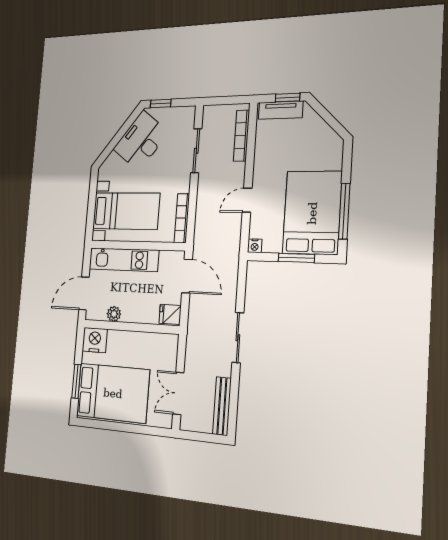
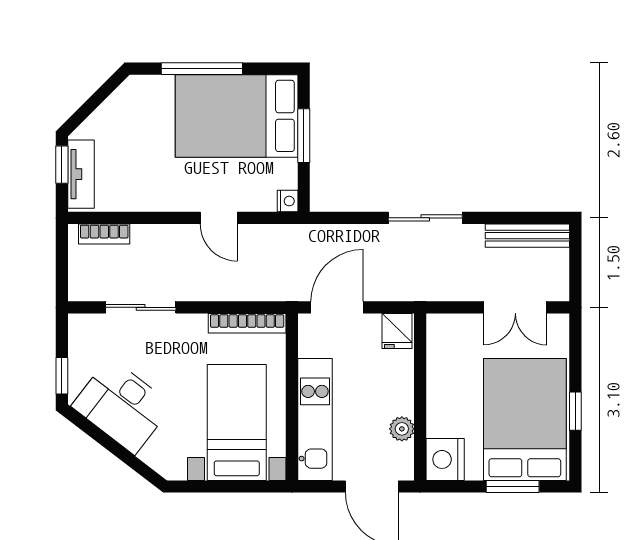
bookcase: (241, 136) -> (104, 234), width x0.64
window: (344, 211) -> (202, 69), moved
window: (115, 426) -> (575, 411), added

